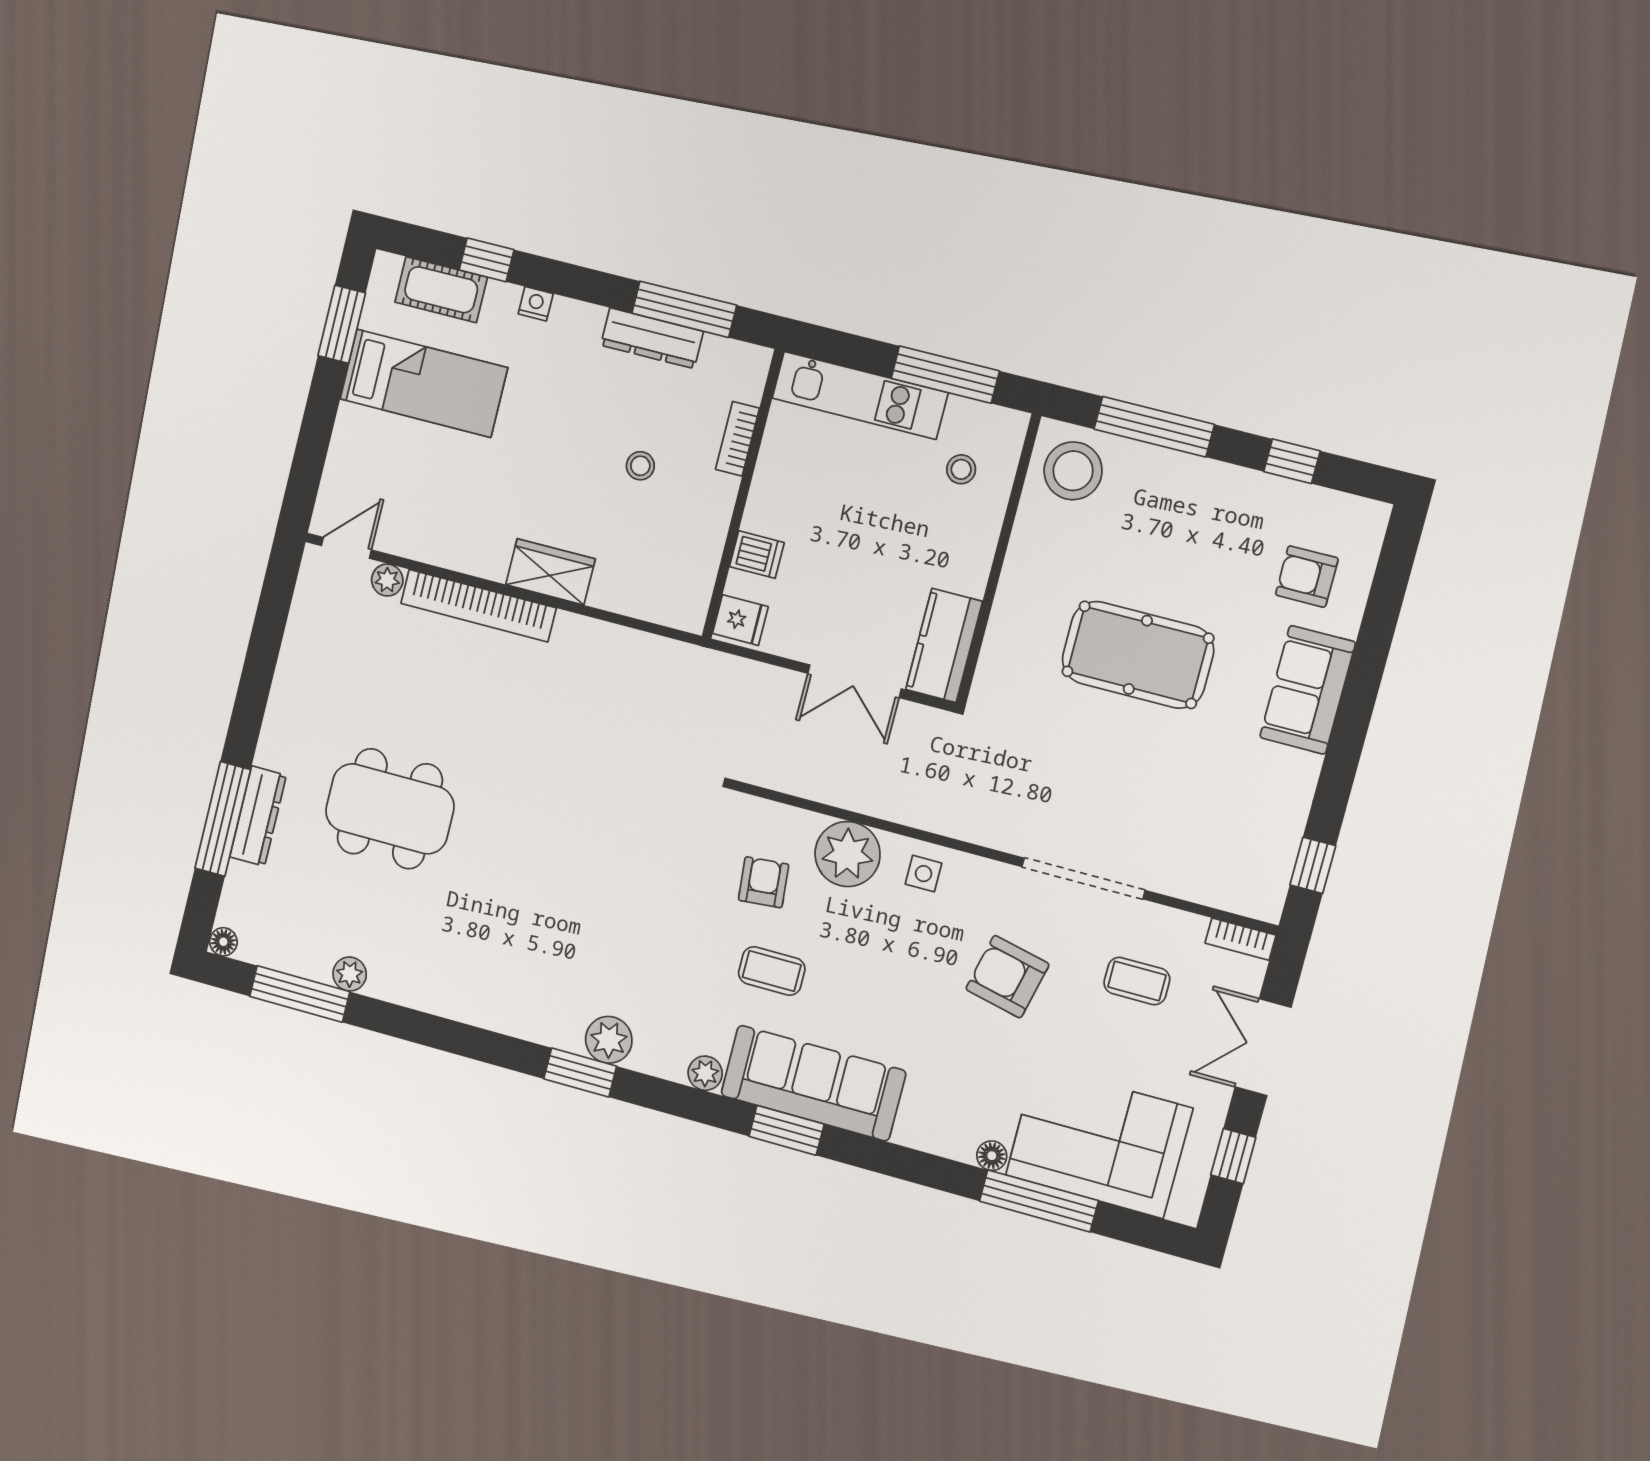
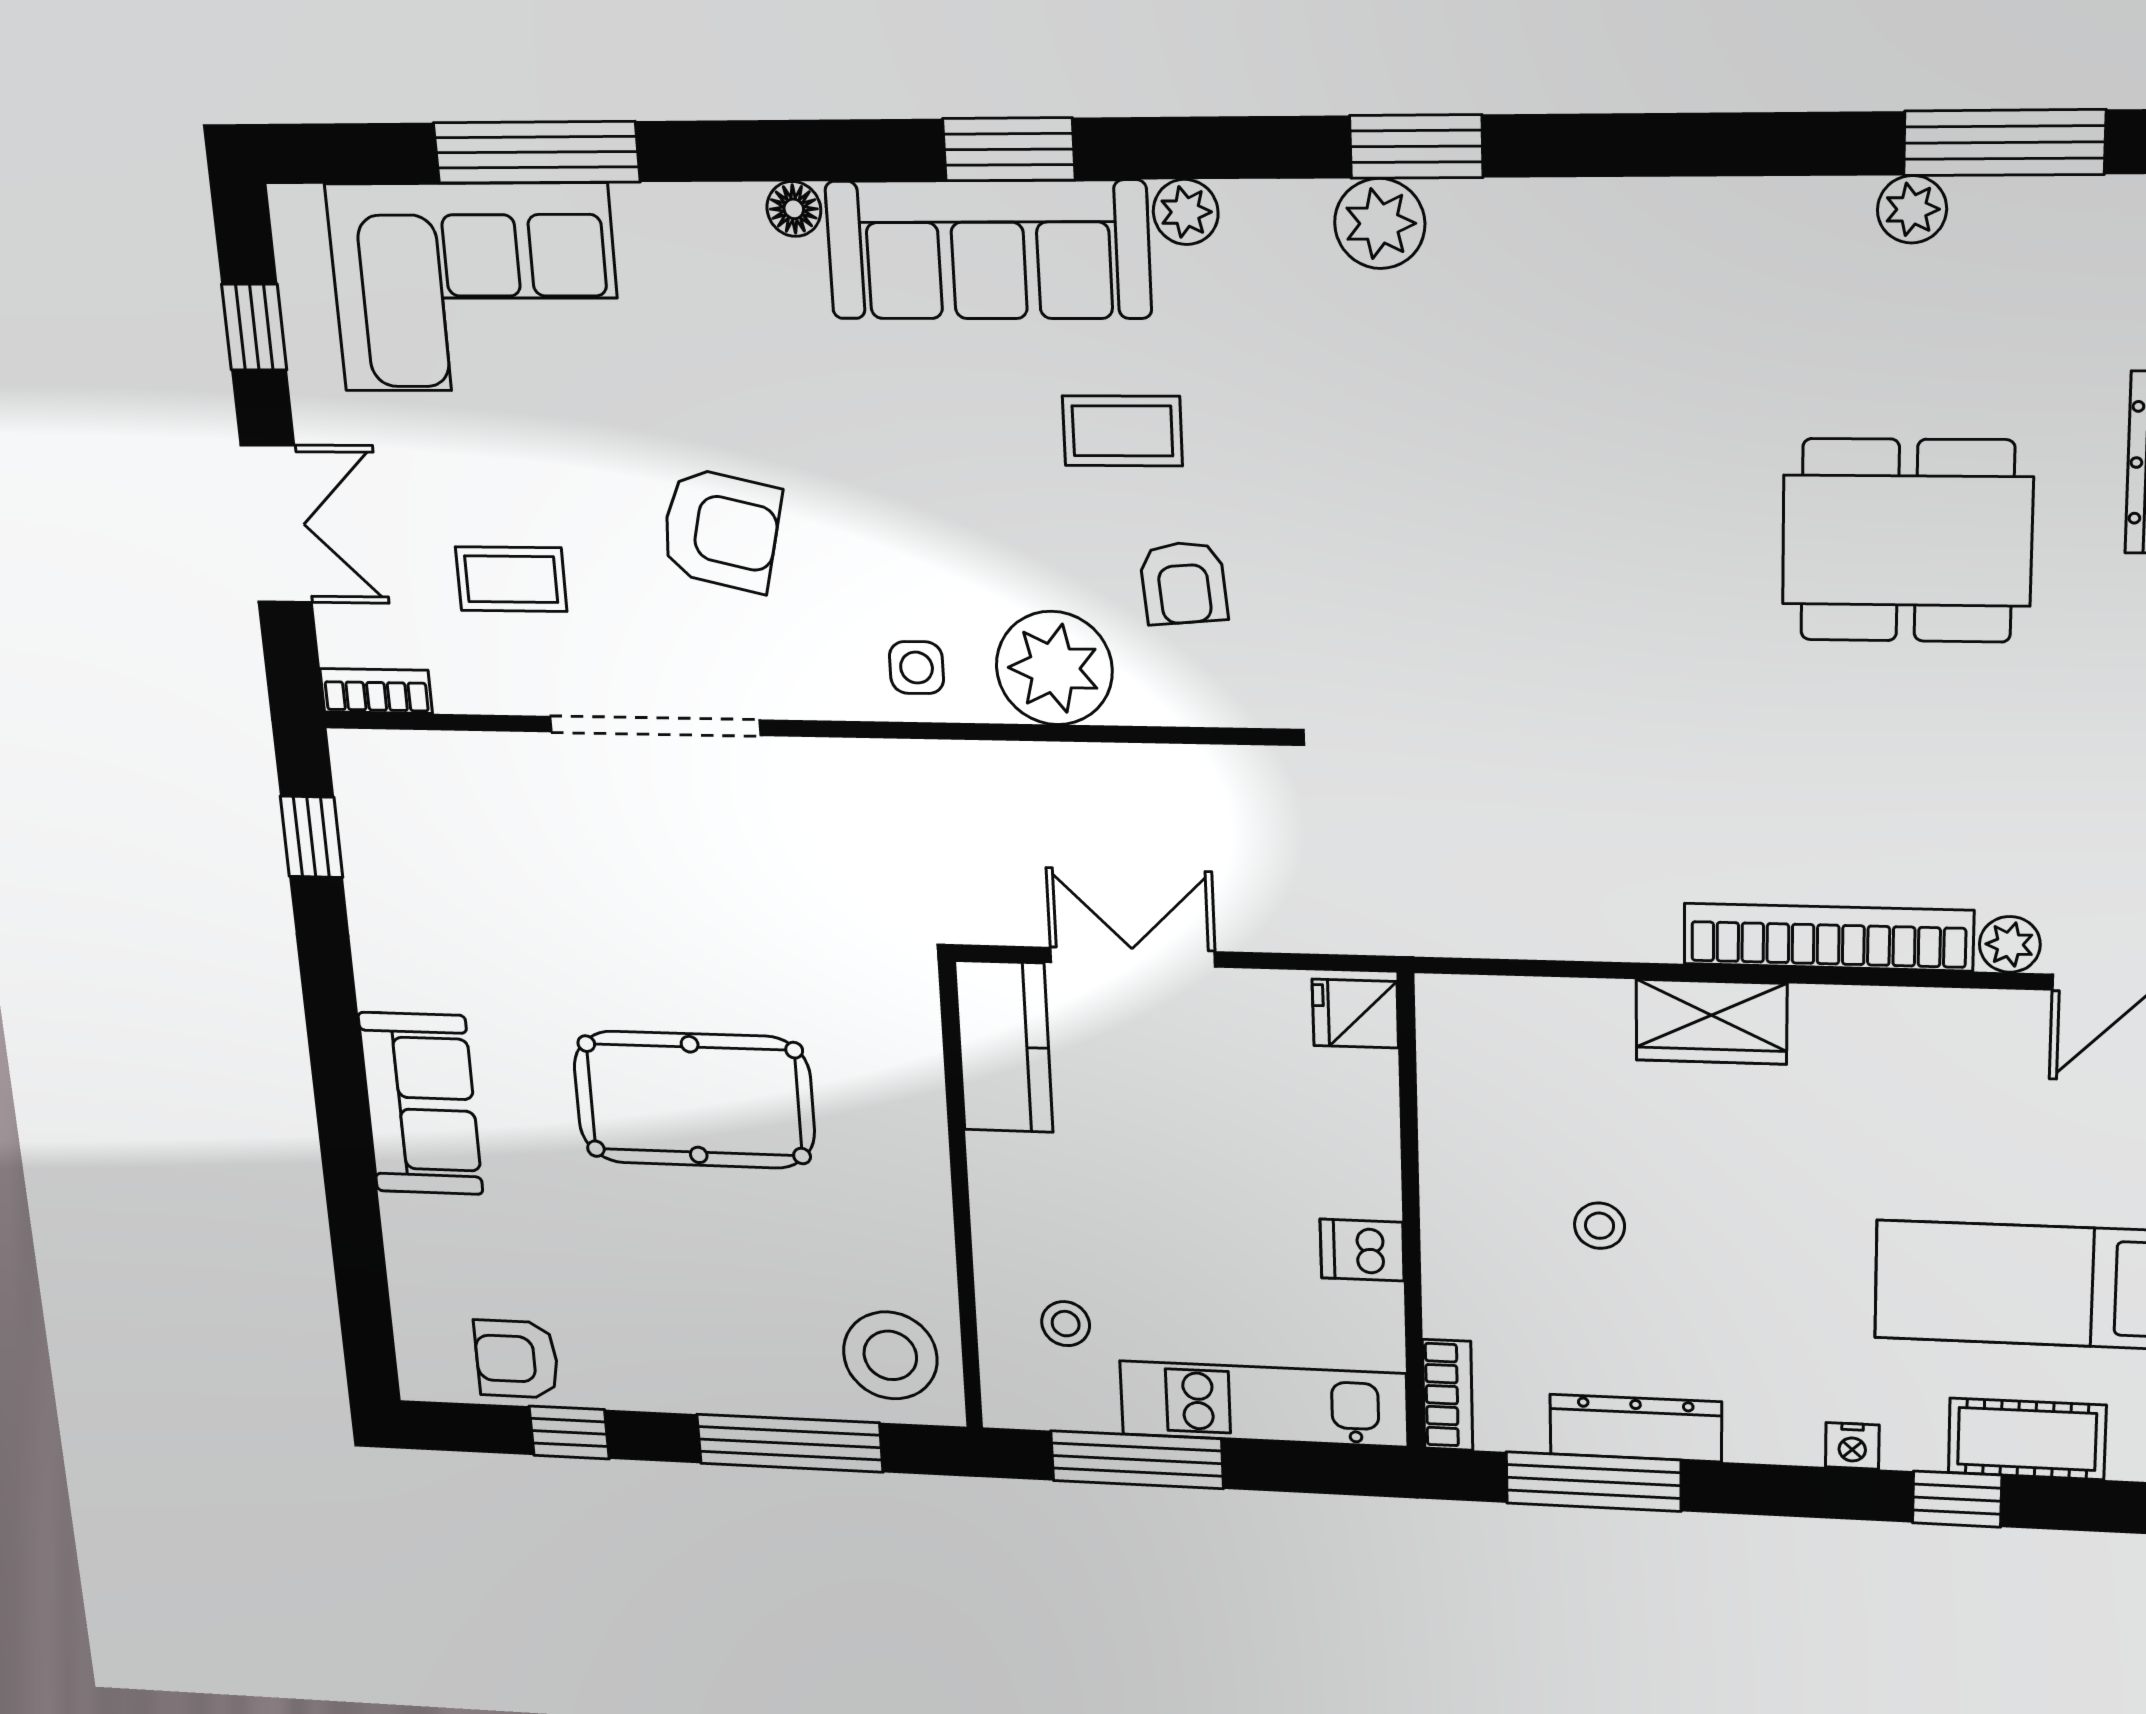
bookcase: (737, 439) -> (1448, 1395), moved
dishwasher: (757, 555) -> (1362, 1250), moved
armchair: (1307, 577) -> (517, 1359), moved, turned 180
floor lamp: (992, 1156) -> (794, 209), moved

